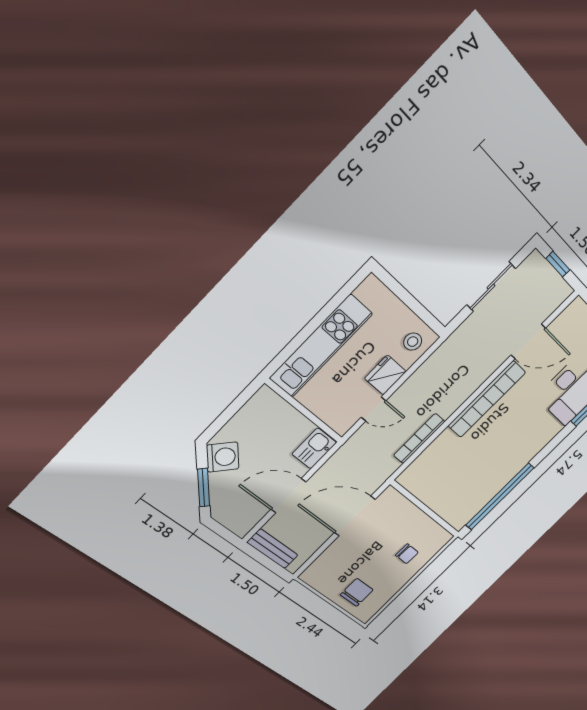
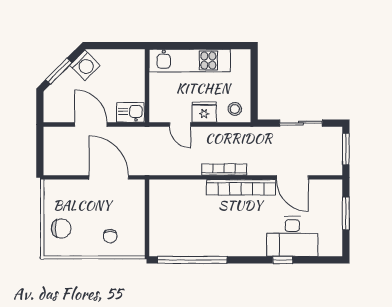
window: (558, 264) -> (346, 149), width x1.50
bookcase: (419, 438) -> (224, 170), moved
bench: (273, 549) -> (51, 146), removed

